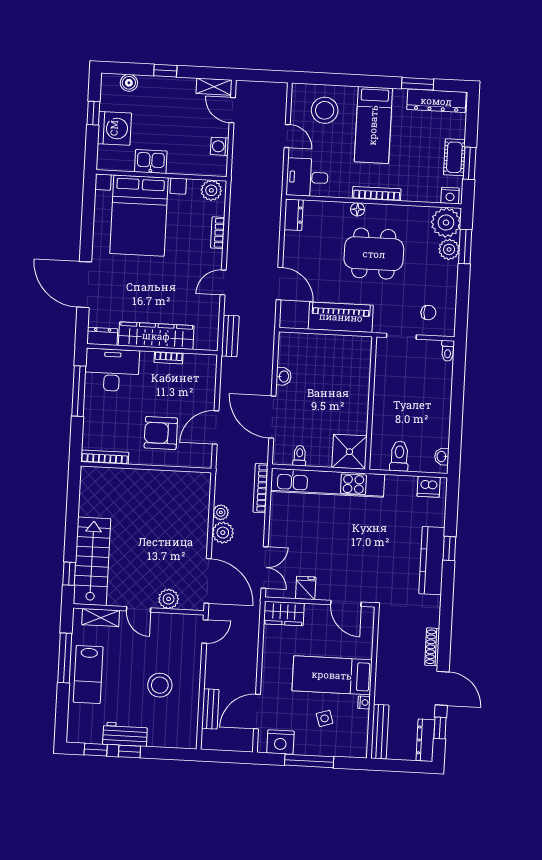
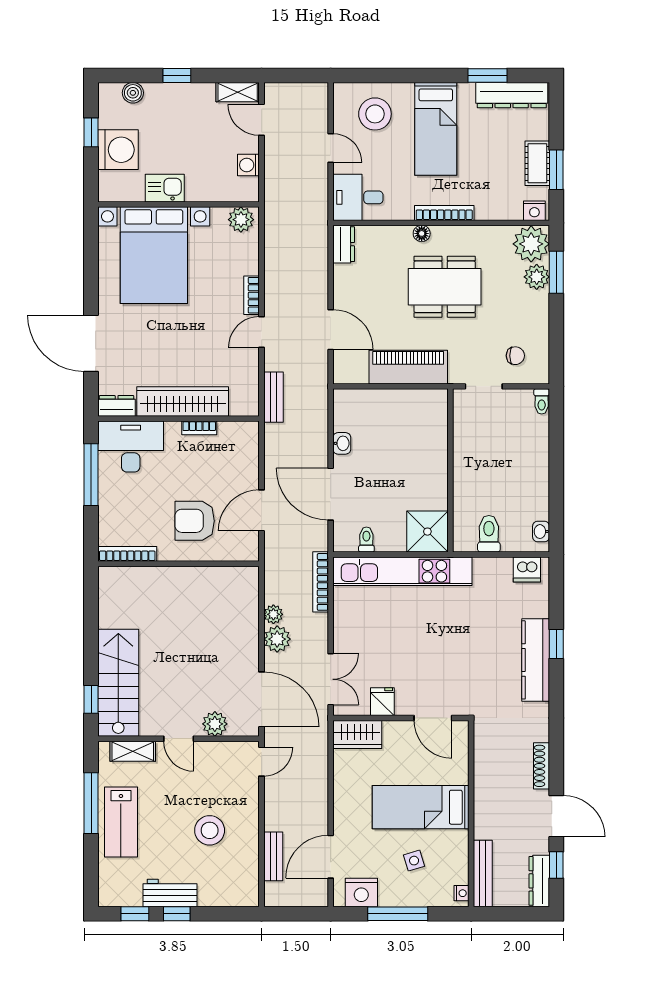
bookcase: (218, 233) -> (252, 295), moved
nightstand: (364, 702) -> (461, 893), moved

